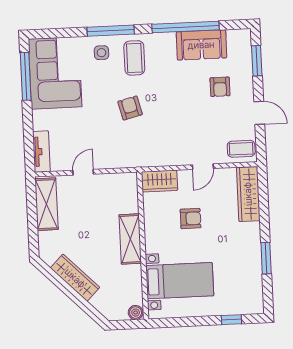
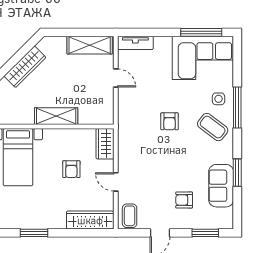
window: (185, 27) -> (237, 173), width x0.47
coffee table: (134, 58) -> (213, 127), turned 37
armchair: (130, 108) -> (170, 121), turned 104

